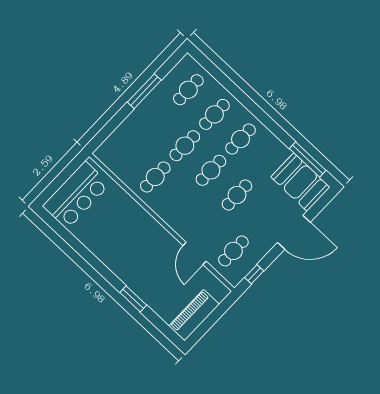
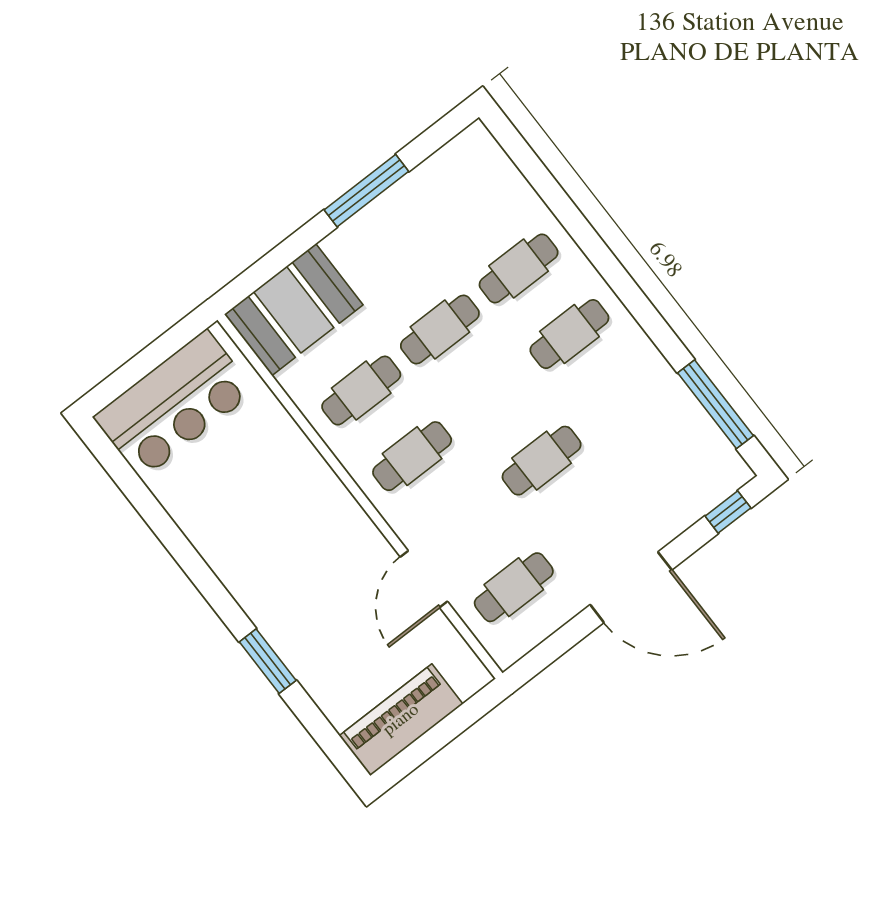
cafe table: (188, 90) -> (468, 203), removed
cafe table: (211, 170) -> (412, 456), moved
booth: (300, 182) -> (294, 310), moved, turned 90
door: (294, 232) -> (631, 587), moved
window: (254, 274) -> (728, 512), moved

